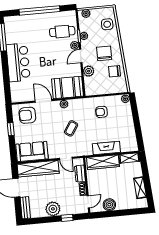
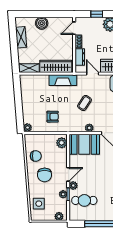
plant: (89, 71) -> (62, 143), moved
fireplace: (106, 148) -> (63, 80), moved
boiler: (109, 205) -> (42, 23), moved

